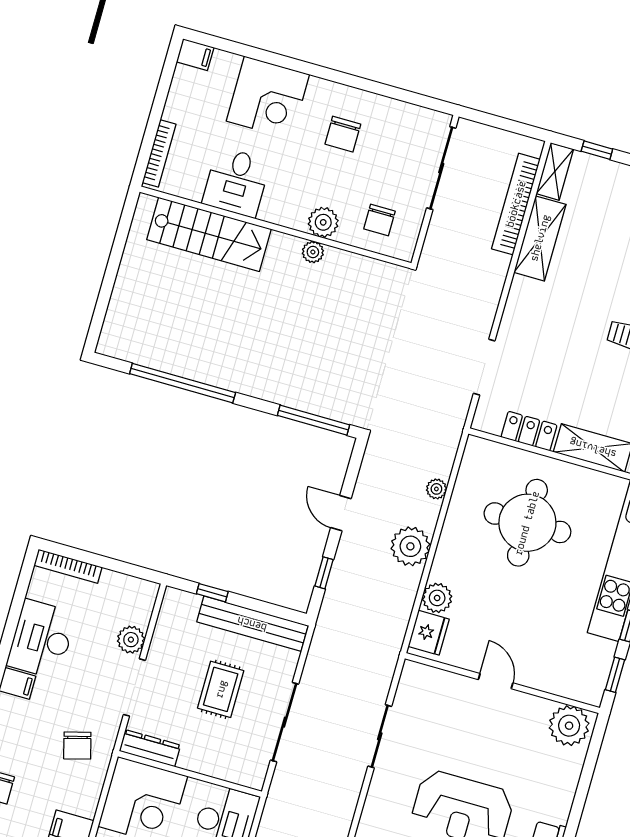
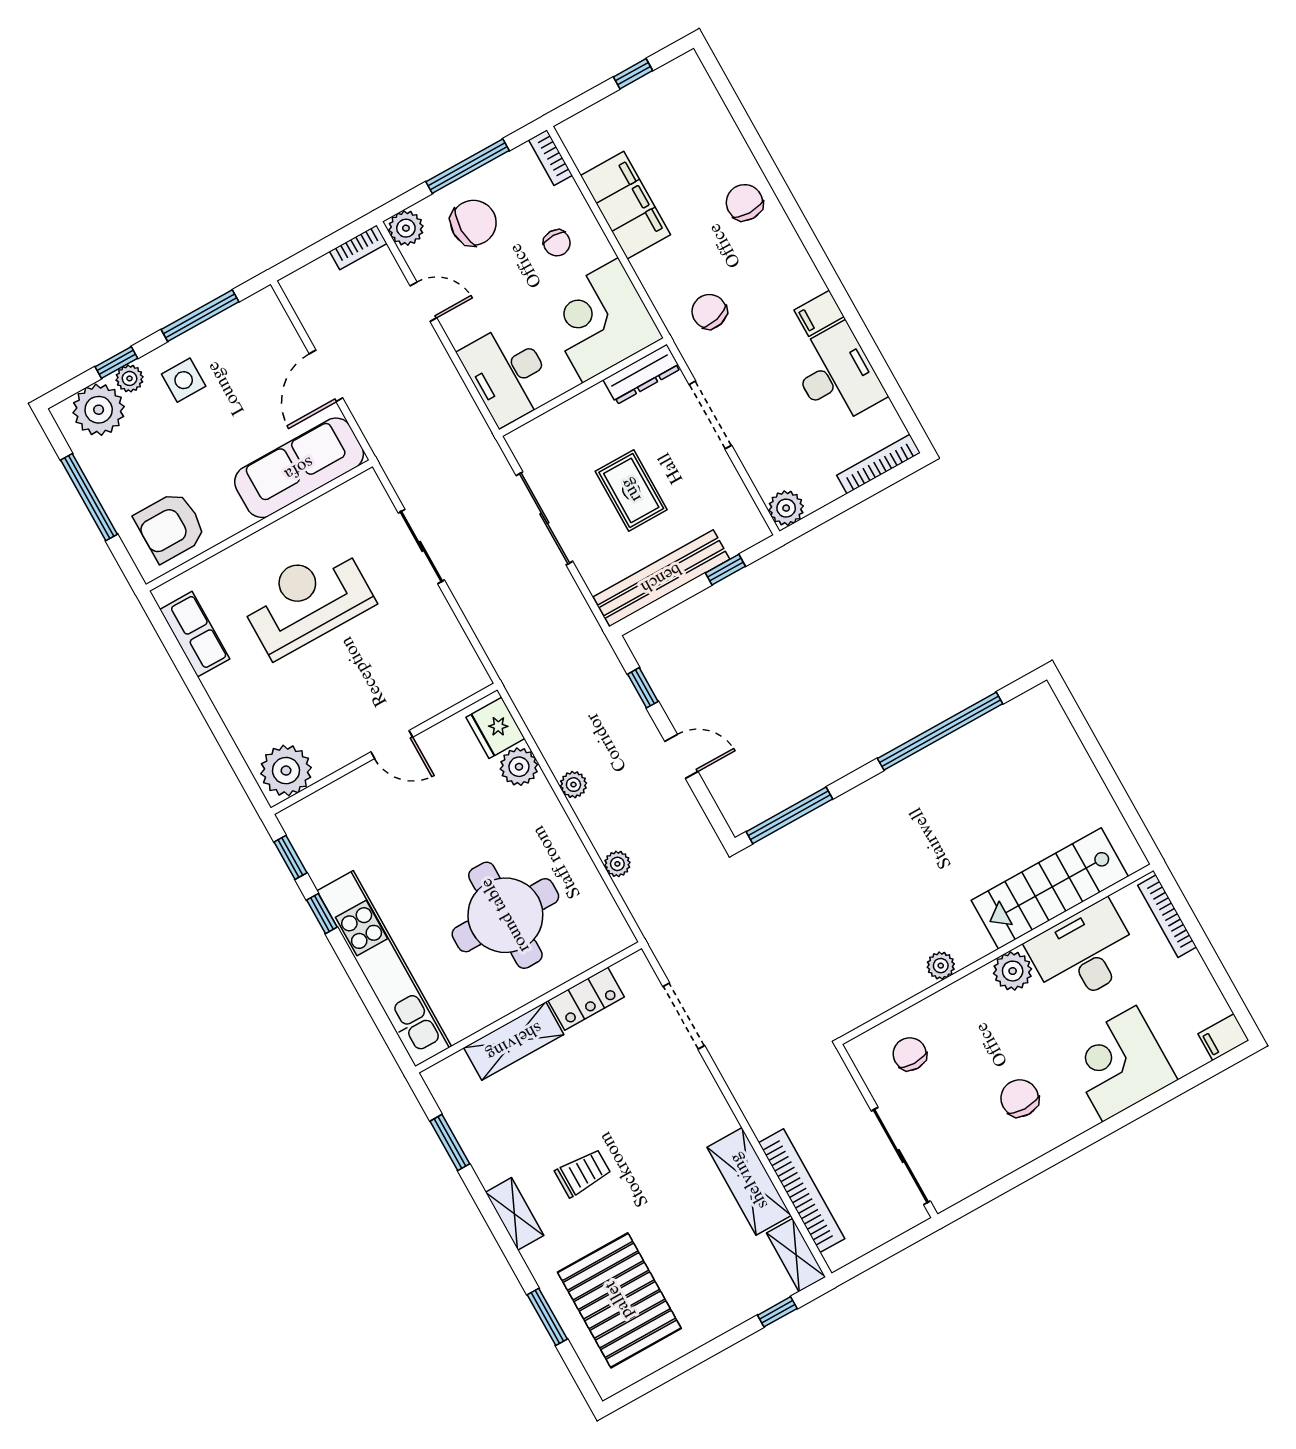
desk: (236, 182) -> (1084, 953), width x1.37
plant: (323, 222) -> (1013, 971), moved
plant: (410, 546) -> (573, 785), width x0.53, depth x0.53
plant: (131, 640) -> (786, 508), moved
sliding door: (380, 736) -> (421, 546), moved

